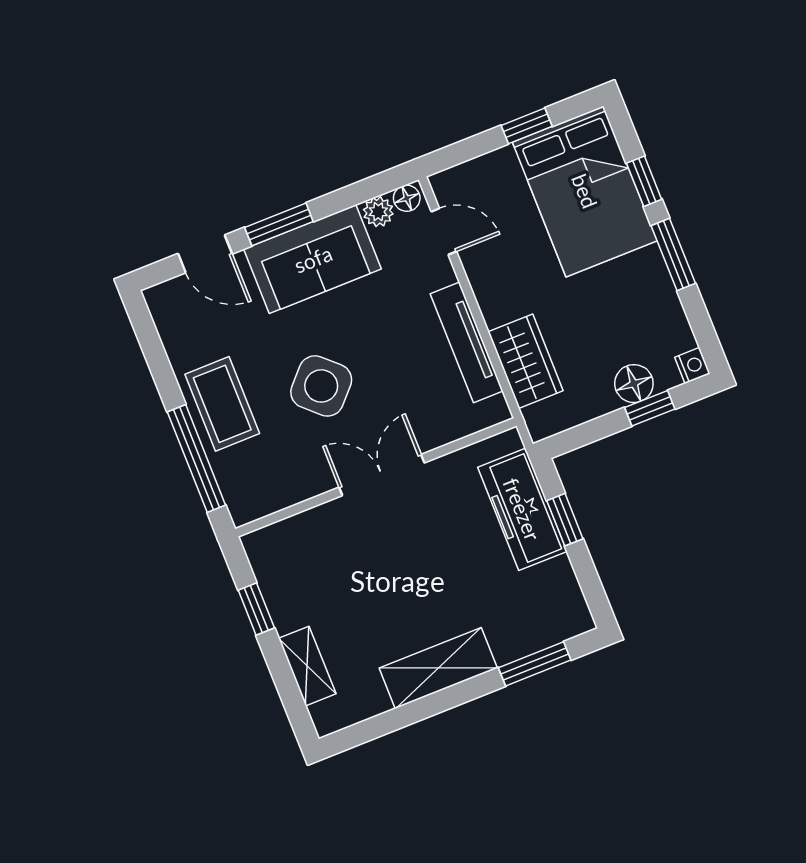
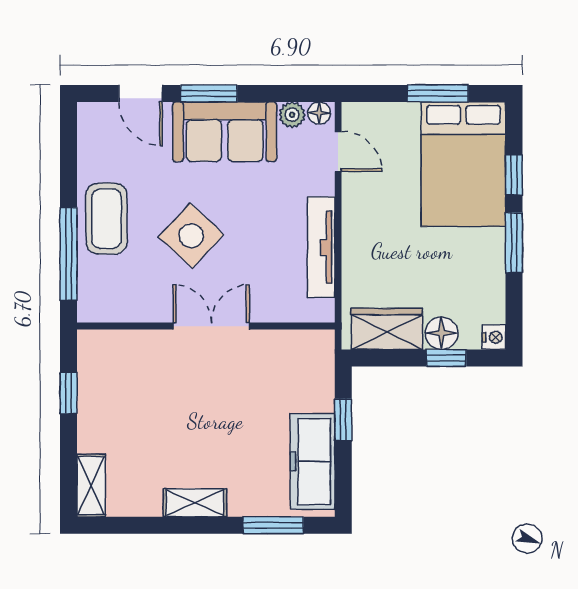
window: (527, 126) -> (438, 93), width x1.50
wardrobe: (526, 361) -> (387, 329), moved, turned -90
freezer: (522, 509) -> (313, 461), moved
shelving: (307, 666) -> (91, 486), moved
shelving: (438, 668) -> (195, 503), width x0.67, depth x0.75

